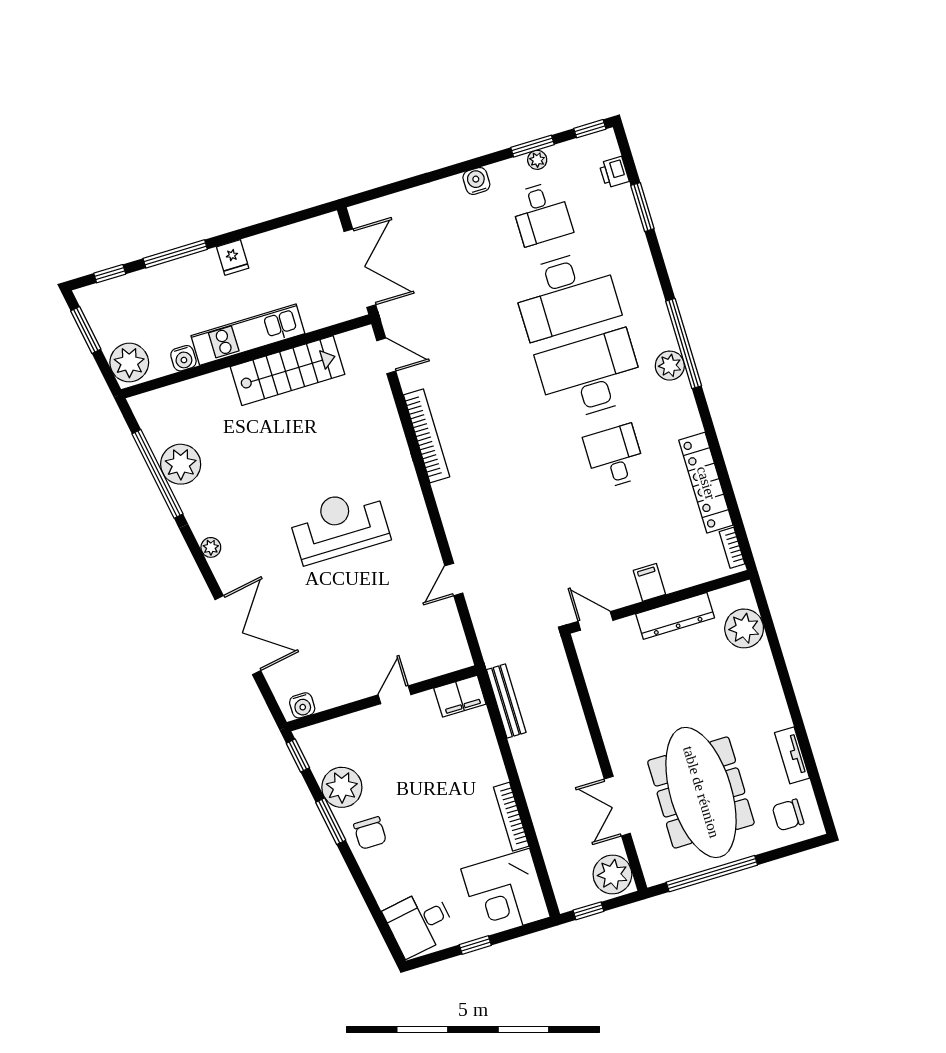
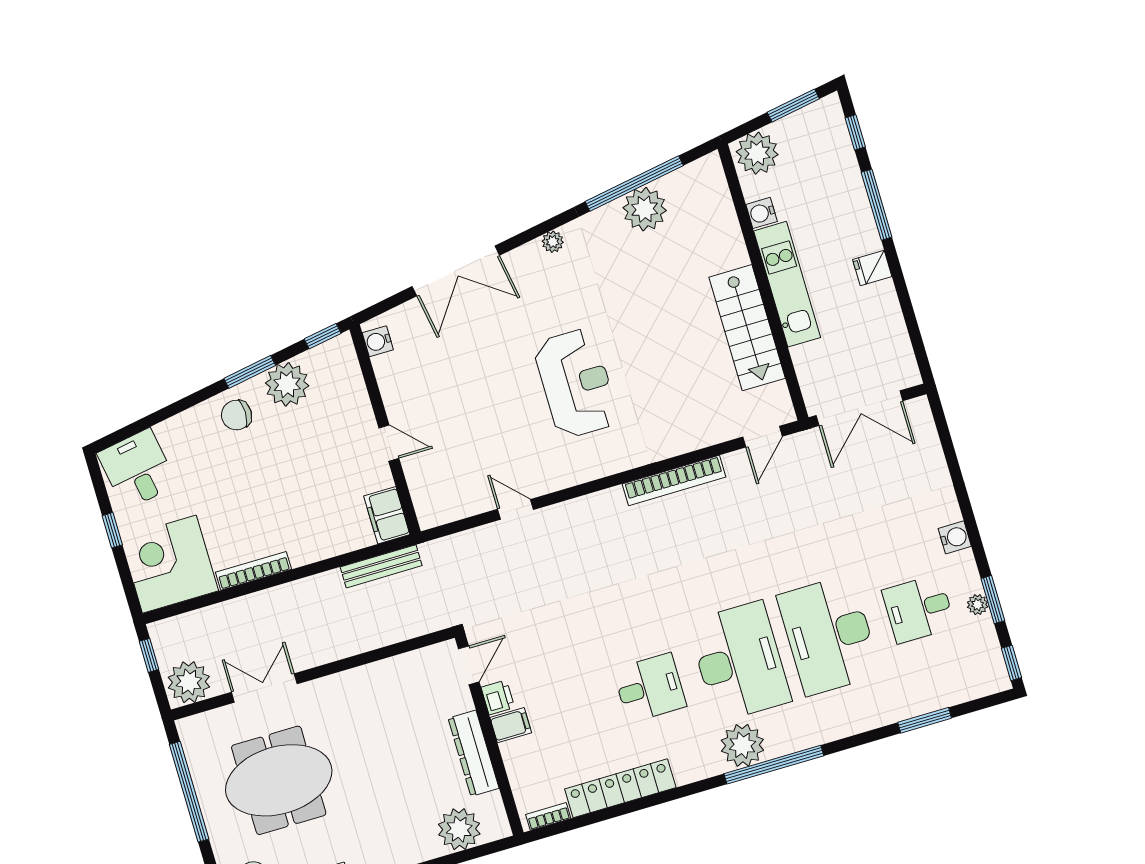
printer: (614, 172) -> (498, 697), moved, turned 90
plant: (670, 366) -> (742, 745), width x1.36, depth x1.36
meeting table: (701, 792) -> (279, 780), width x0.73

